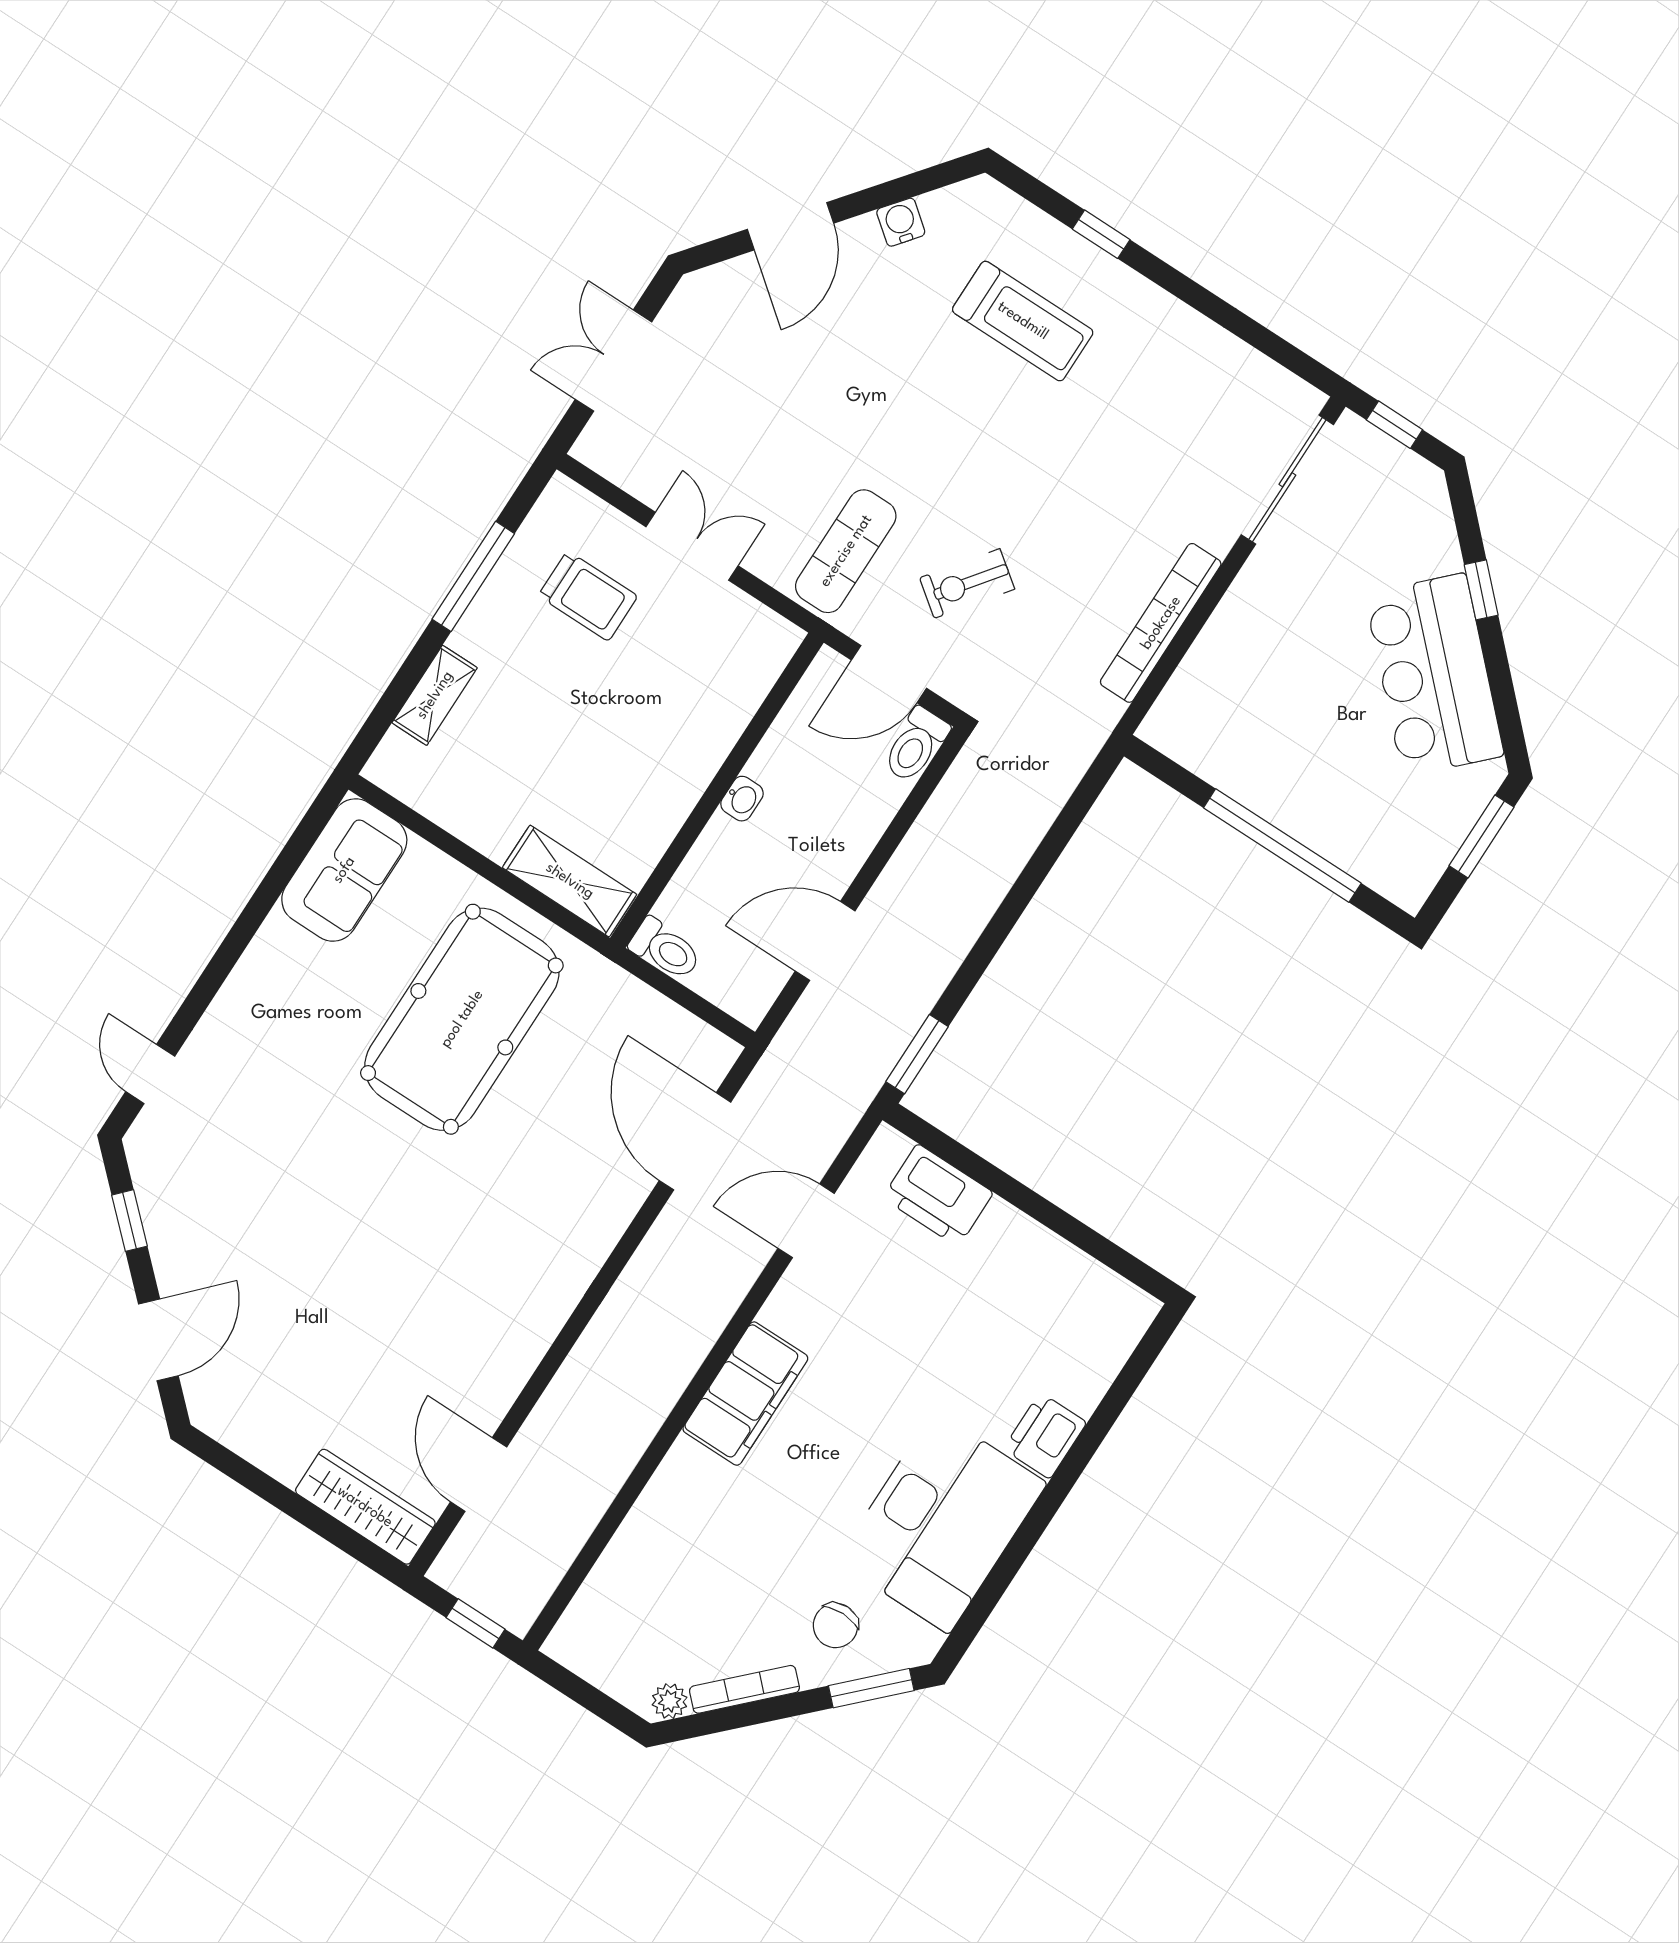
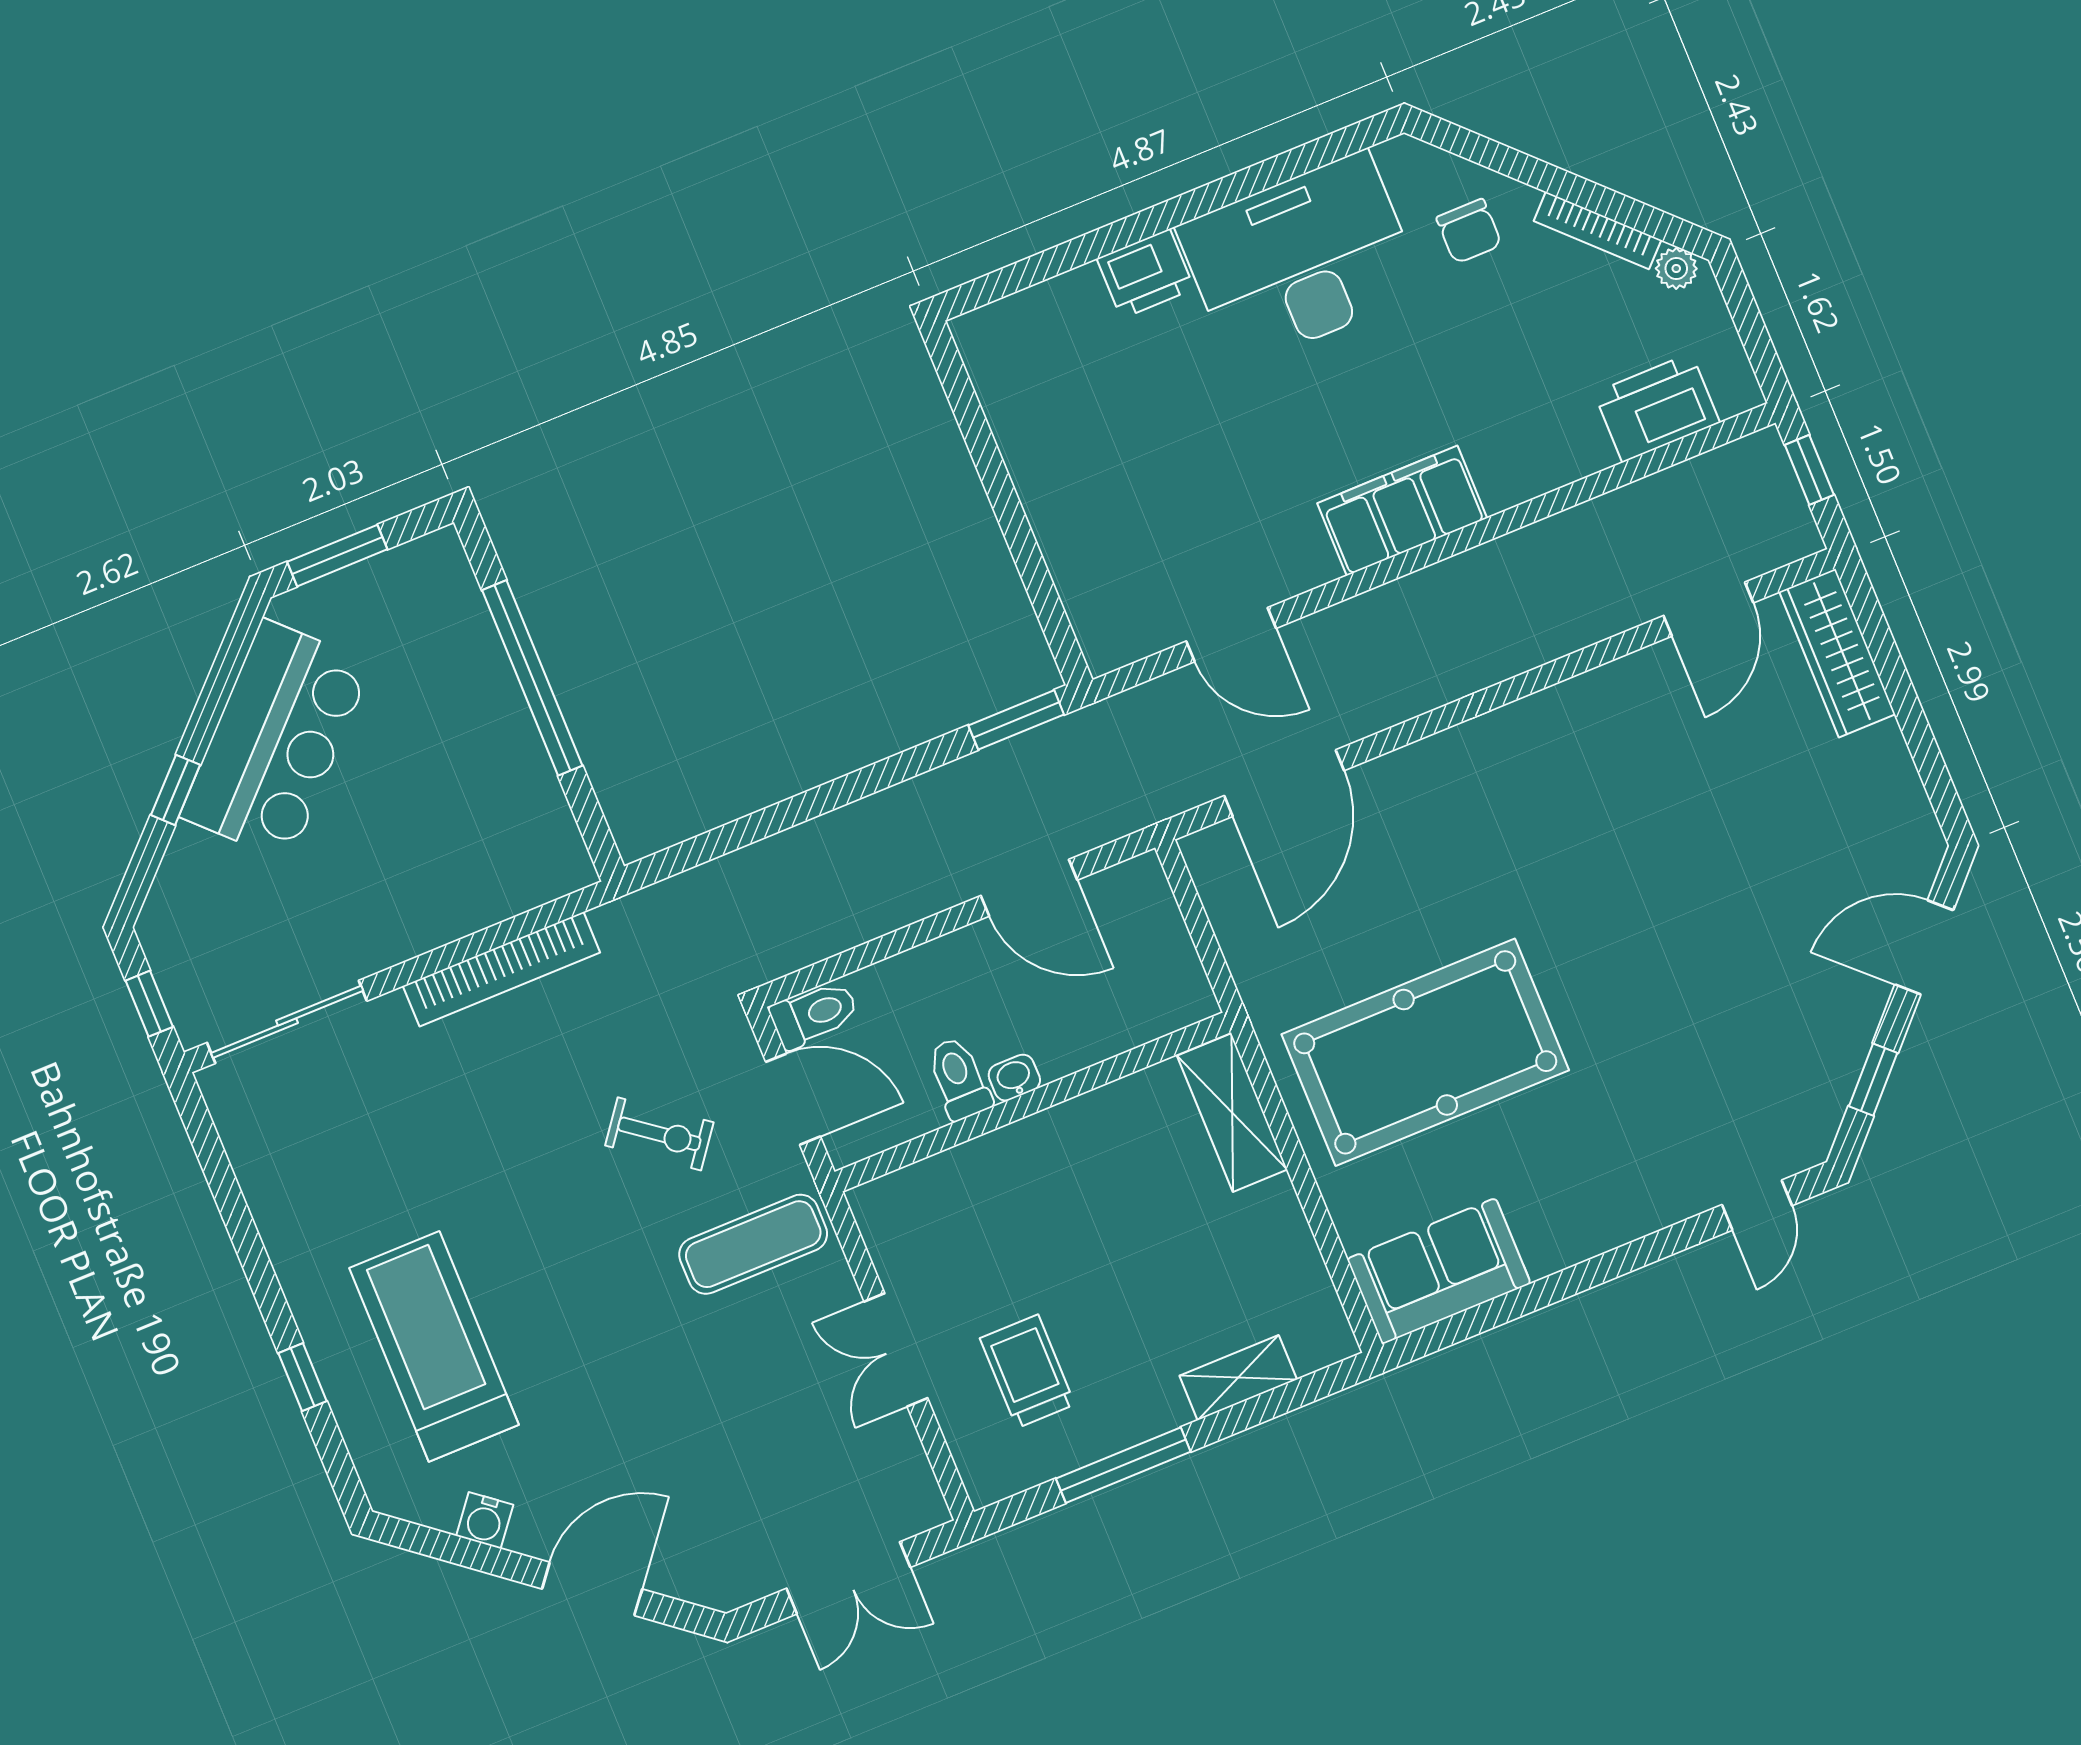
treadmill: (1023, 321) -> (434, 1346), width x1.37, depth x1.38
toilet: (665, 949) -> (959, 1079), moved
printer: (938, 1195) -> (1657, 408), moved, turned -90
chair: (836, 1625) -> (1469, 231), turned 90
window: (871, 1688) -> (1476, 148), removed

